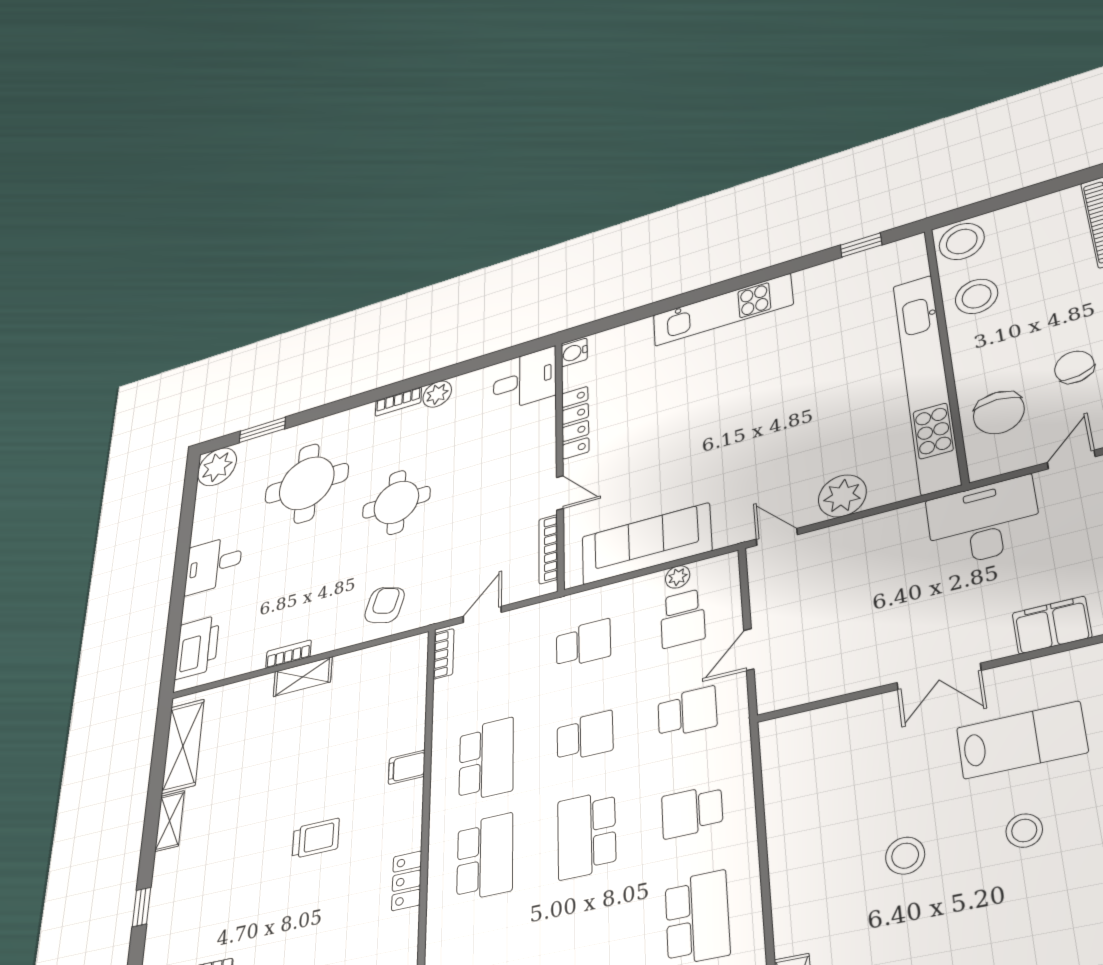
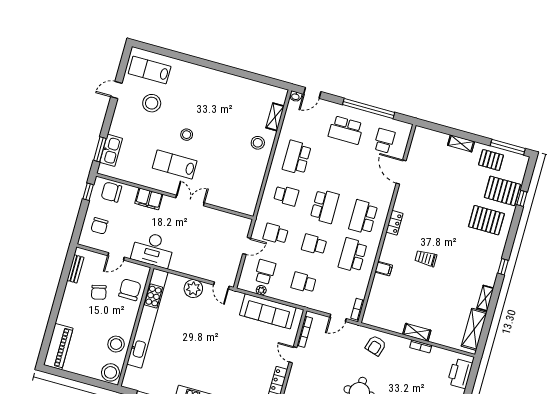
stool: (905, 856) -> (258, 143), moved

